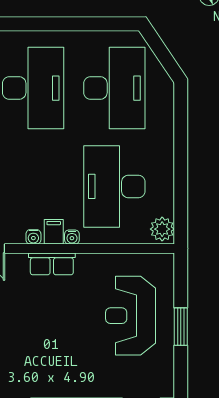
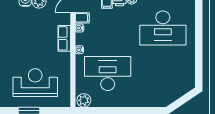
desk: (114, 88) -> (163, 74), removed
filing cabinet: (54, 232) -> (82, 18), moved

